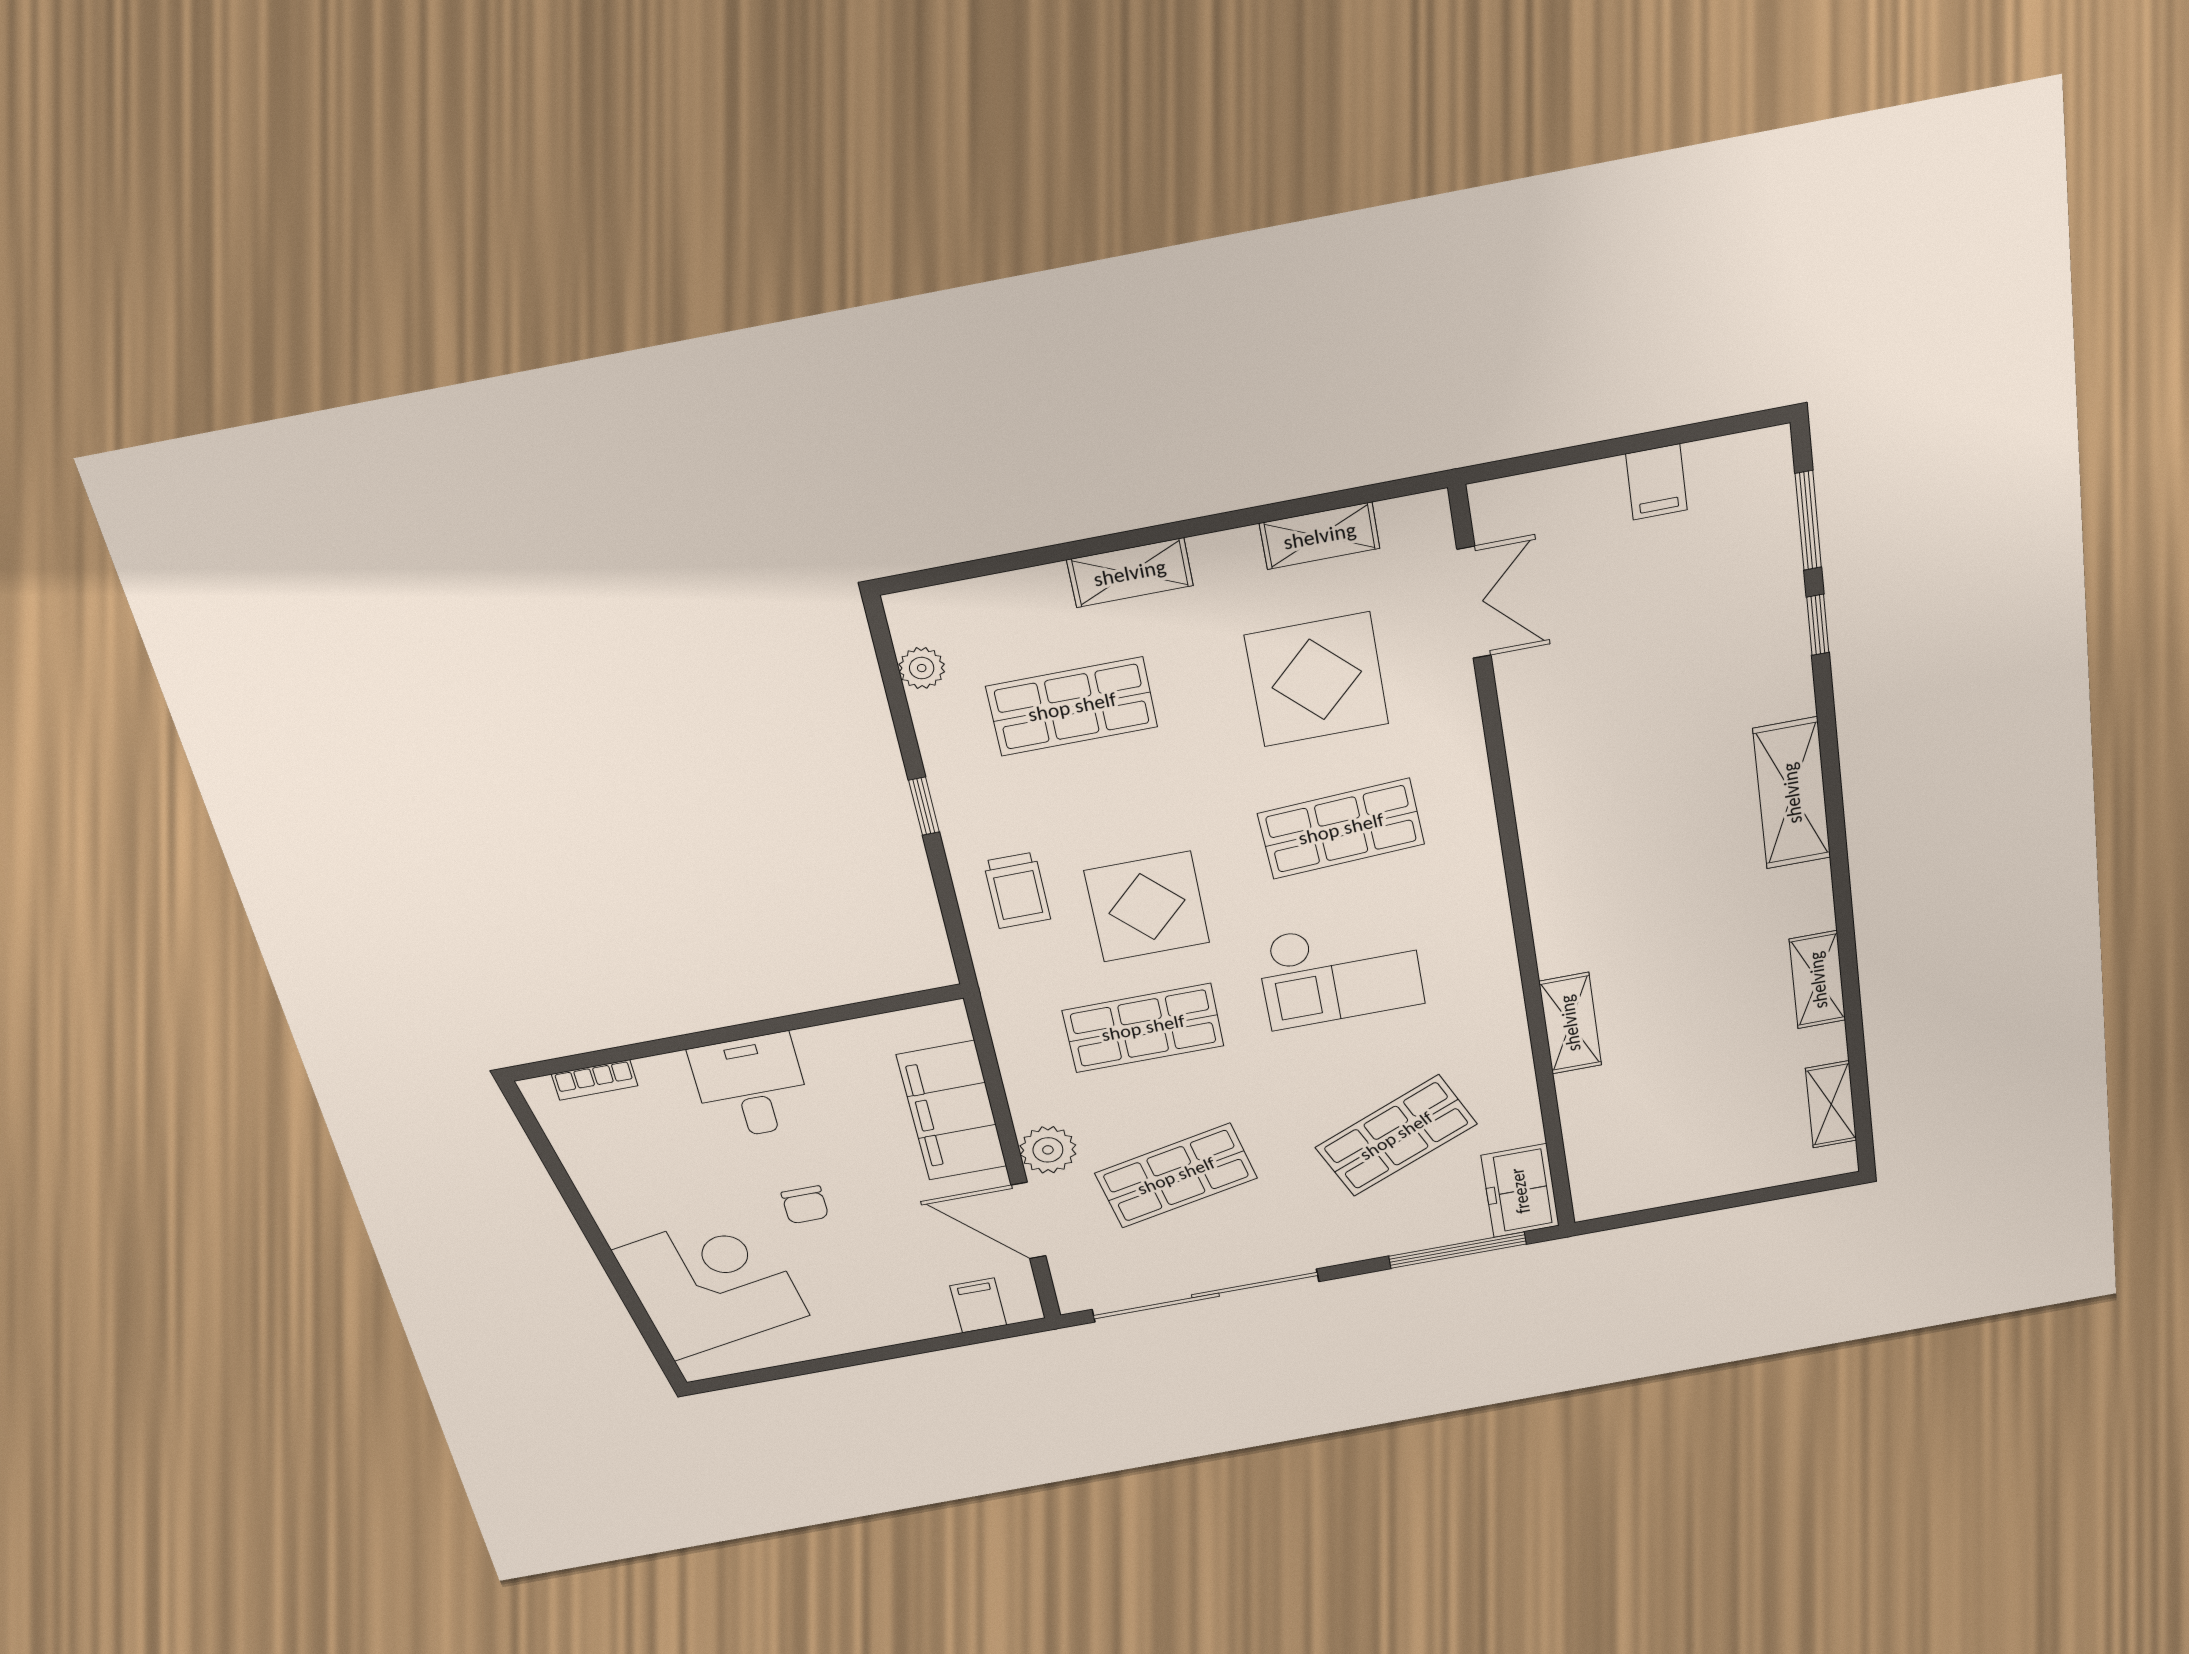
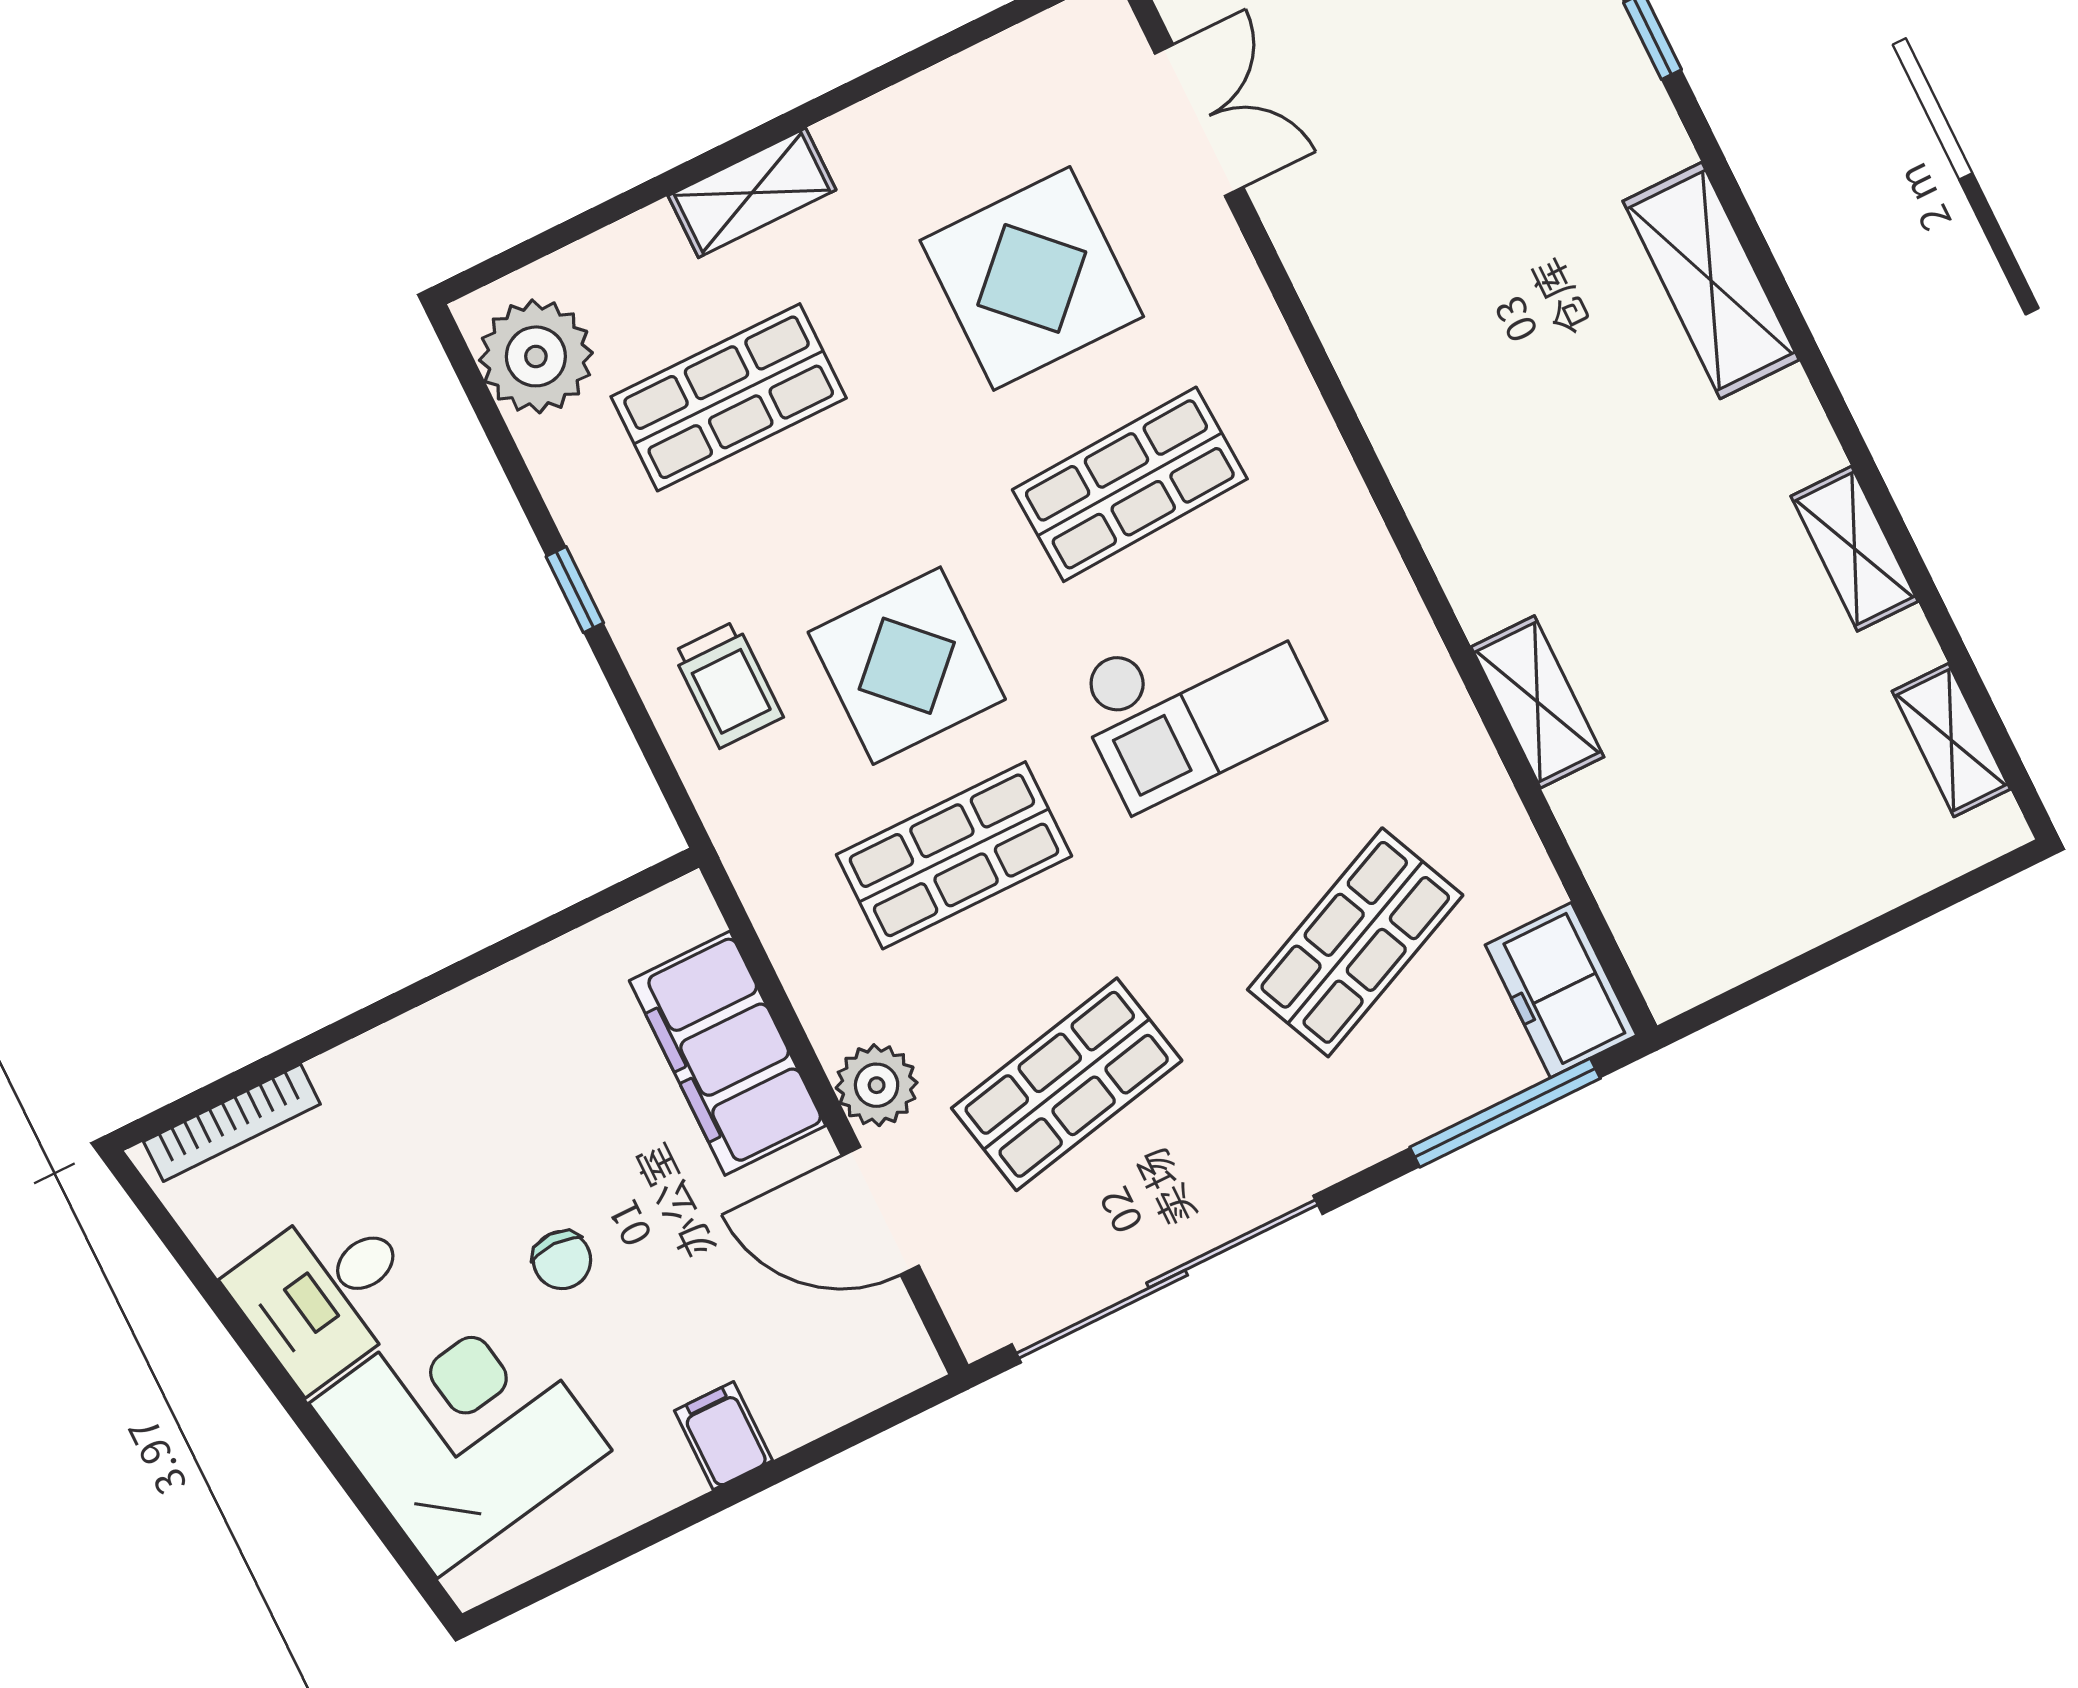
shelving: (1320, 536) -> (975, 81), removed
plant: (922, 668) -> (536, 356), width x1.88, depth x1.88
bookcase: (595, 1080) -> (232, 1123), width x1.56
desk: (751, 1087) -> (326, 1292), moved, turned -100
filing cabinet: (978, 1305) -> (723, 1436), moved

